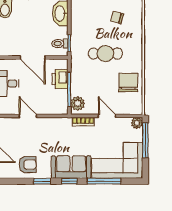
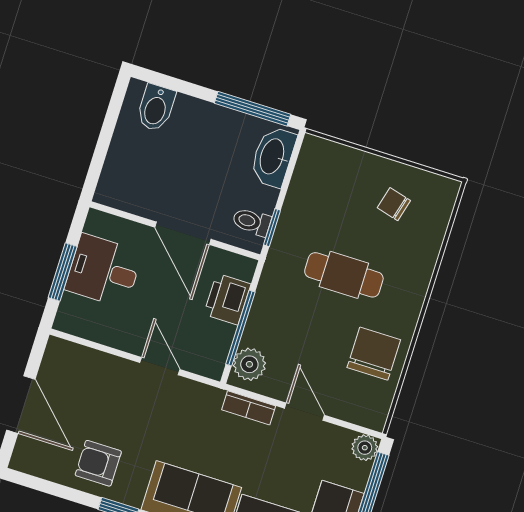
door: (28, 116) -> (160, 366), moved
armchair: (28, 165) -> (98, 463), turned 180

